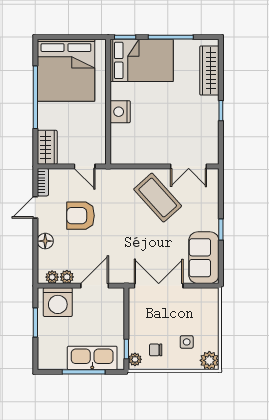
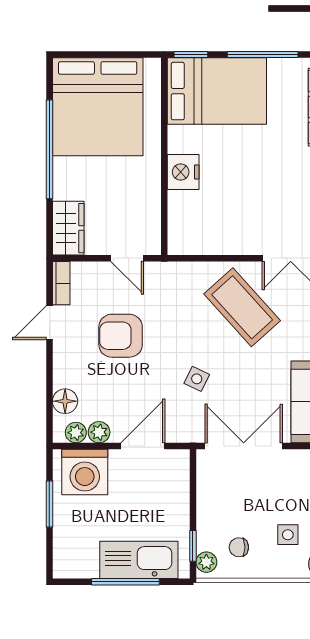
floor lamp: (45, 241) -> (65, 401), moved
side table: (129, 243) -> (197, 379), added

